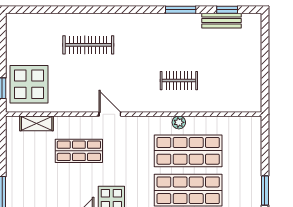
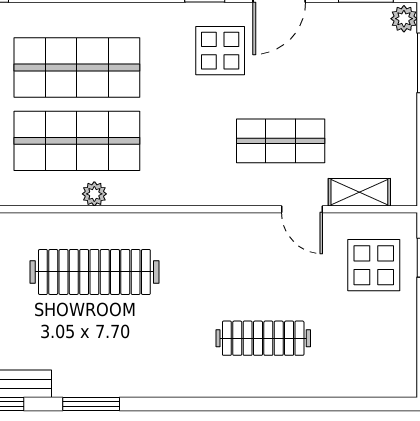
clothes rail: (179, 81) -> (94, 272), width x1.86, depth x1.31
display table: (29, 84) -> (374, 265), width x0.73, depth x0.73
door: (110, 114) -> (302, 209), moved

